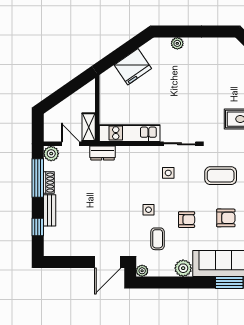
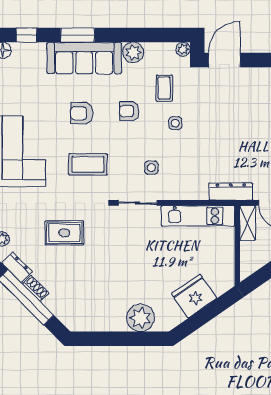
plant: (177, 43) -> (140, 318), width x1.88, depth x1.88
dresser: (103, 153) -> (231, 192), width x1.44

